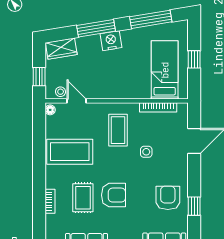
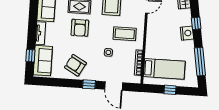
window: (96, 28) -> (196, 23), width x0.46
armchair: (168, 198) -> (75, 65), turned -151
window: (194, 206) -> (89, 84), moved

